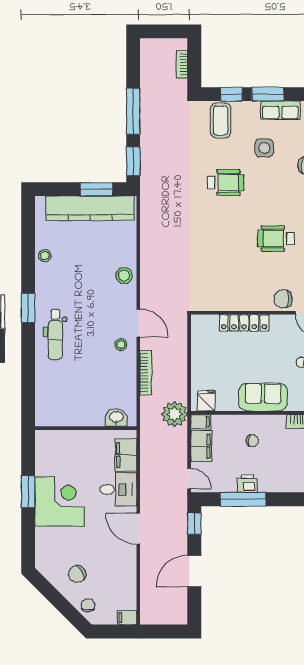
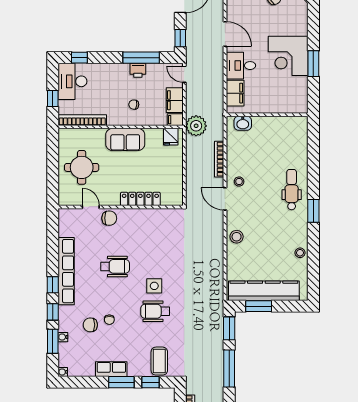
side table: (264, 148) -> (154, 286), moved
chair: (283, 172) -> (109, 320), added

